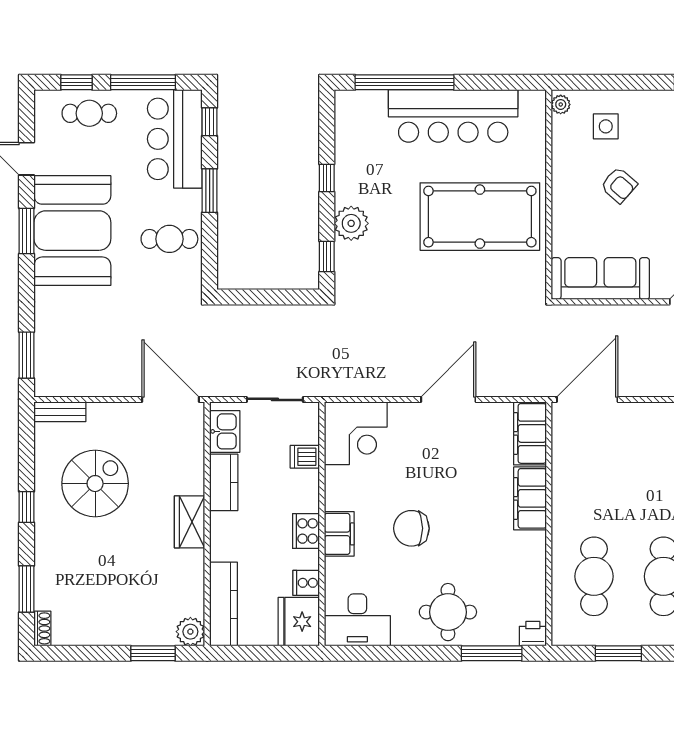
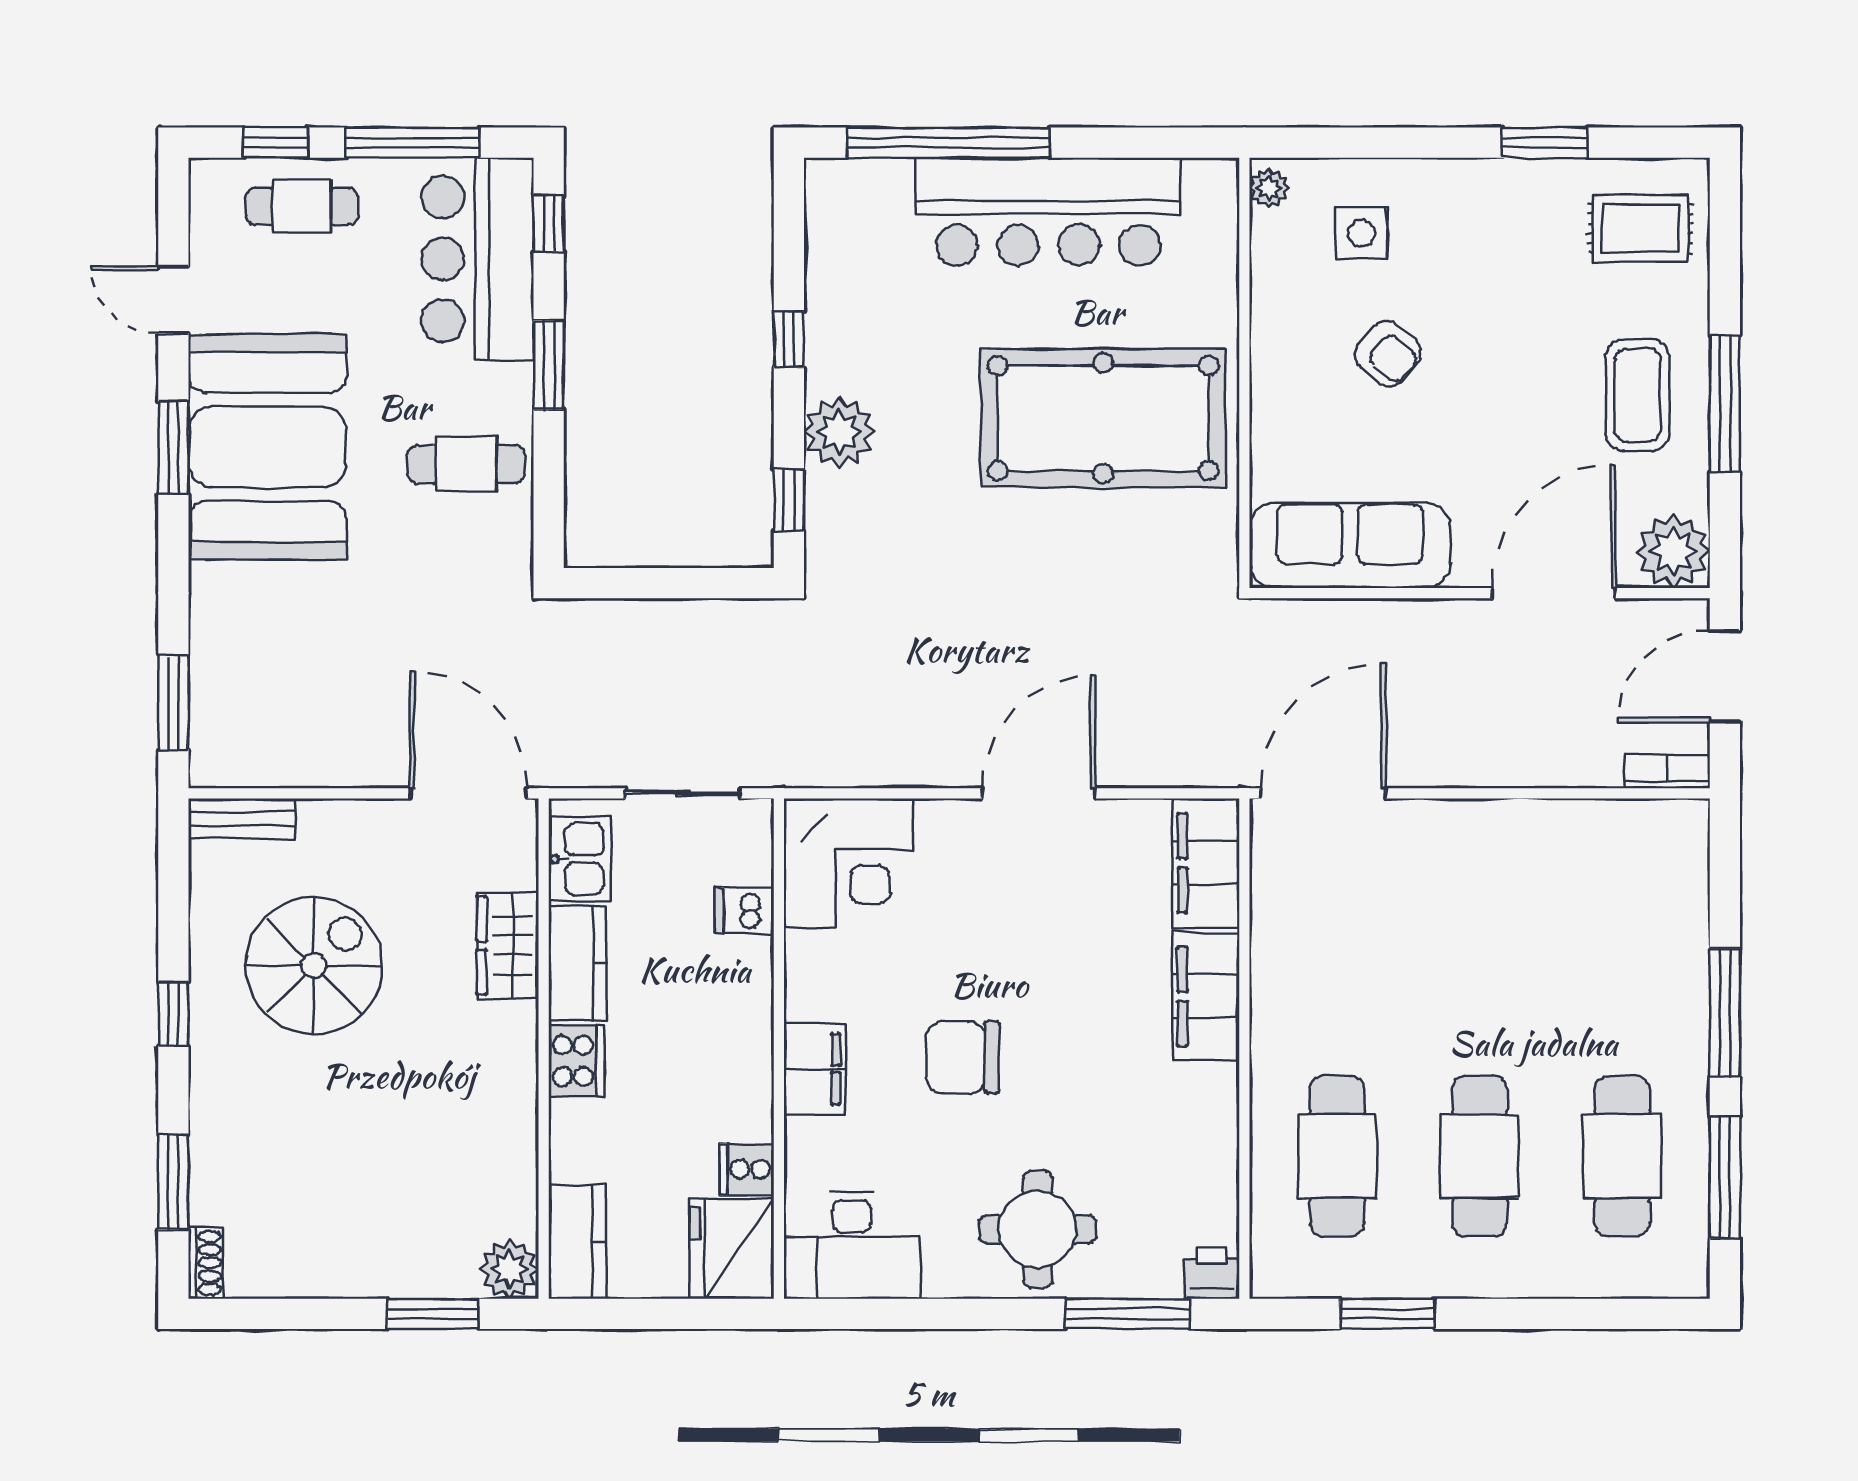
wardrobe: (190, 522) -> (508, 945), moved
cooker: (306, 531) -> (576, 1061), moved, turned 180
kitchen counter: (224, 604) -> (577, 1242), width x0.67

